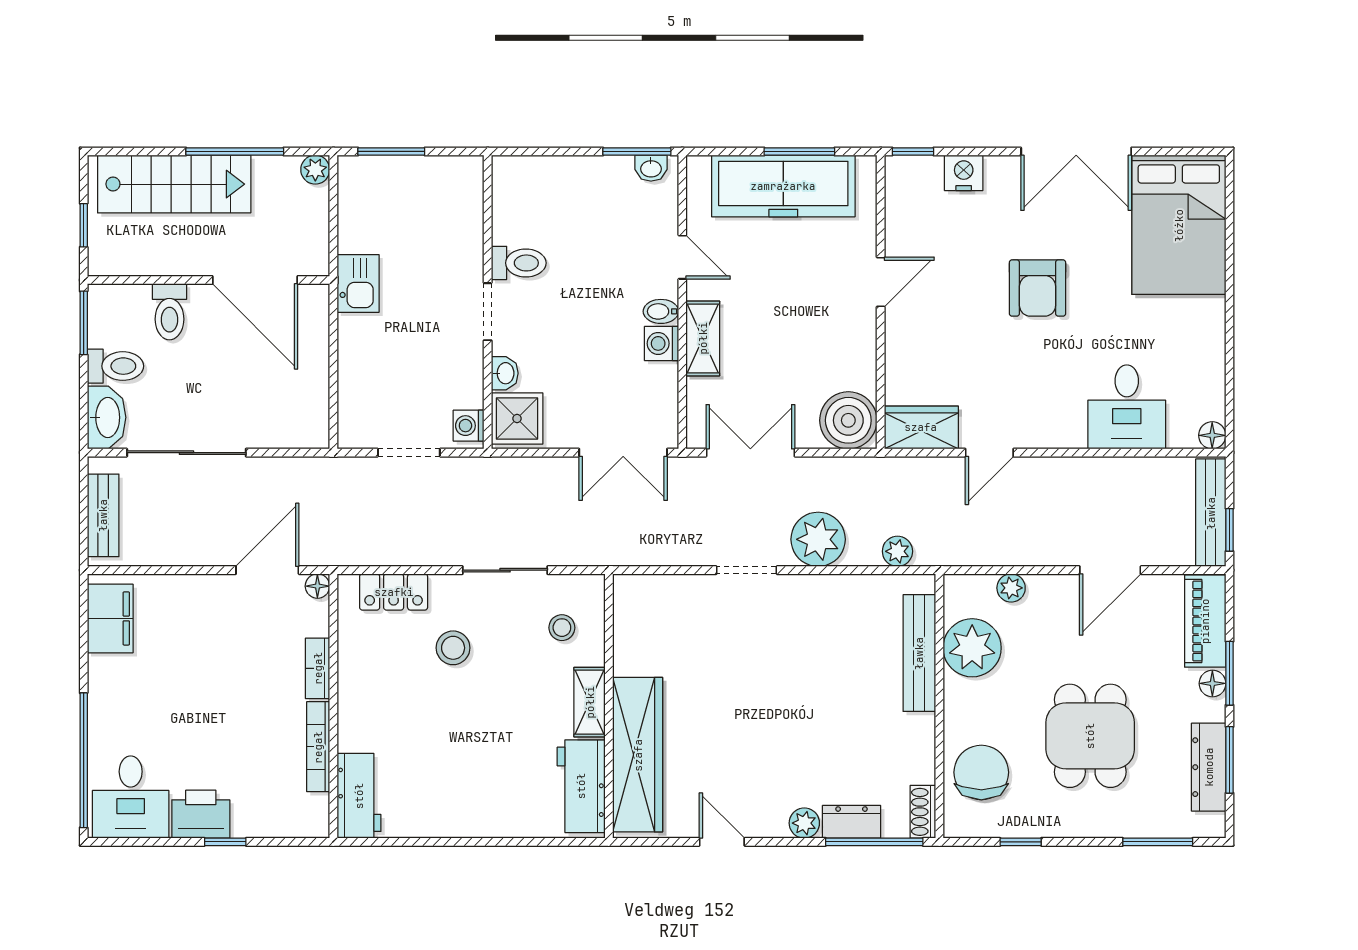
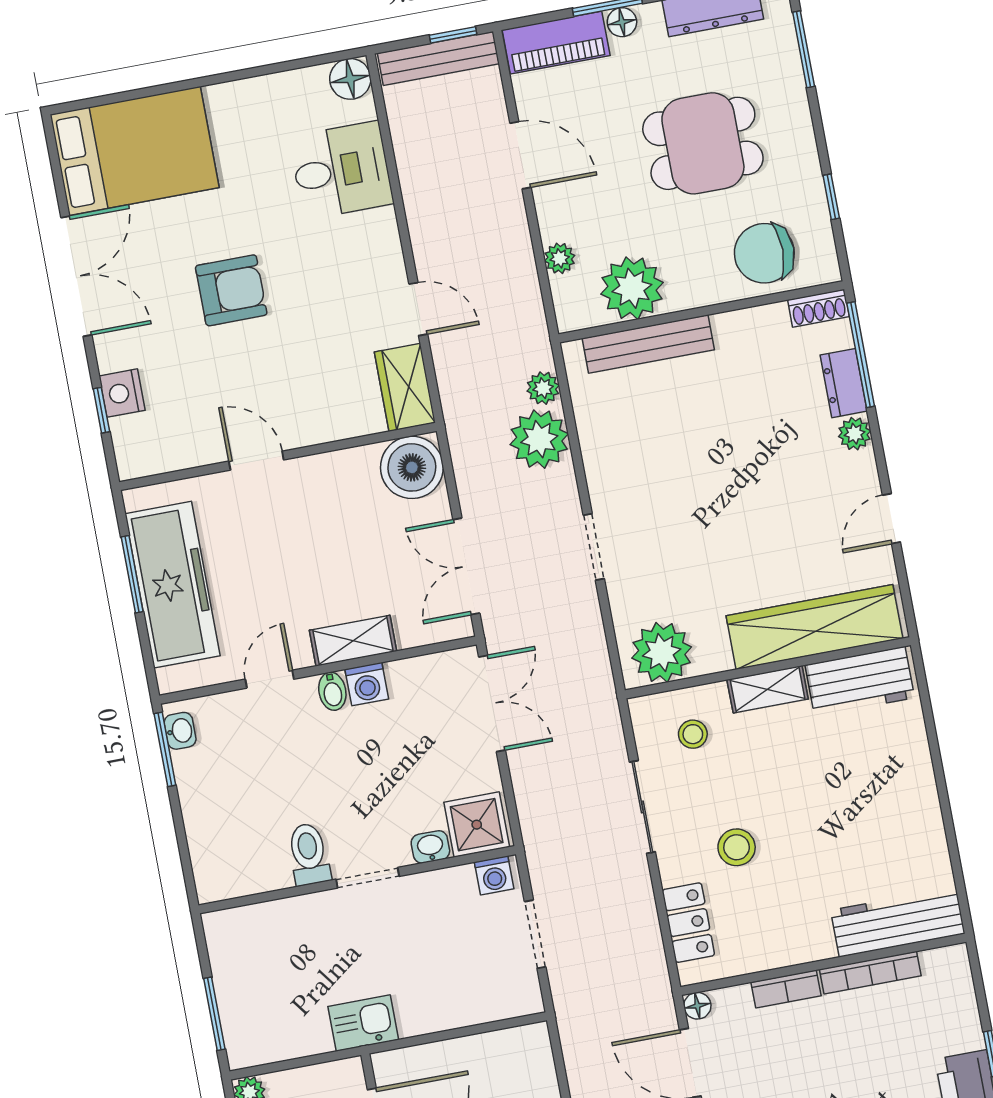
window: (913, 151) -> (101, 410), moved
floor lamp: (1212, 435) -> (350, 79), width x1.37, depth x1.37
plant: (818, 539) -> (539, 439), moved
plant: (640, 613) -> (662, 652), added
workbench: (359, 796) -> (898, 922), width x1.38

